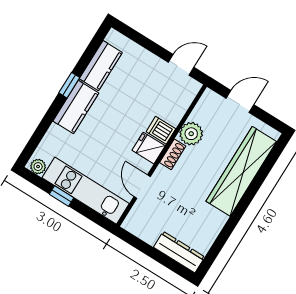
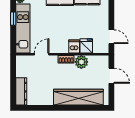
fridge: (149, 148) -> (86, 46), moved

